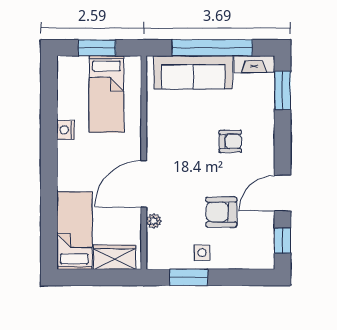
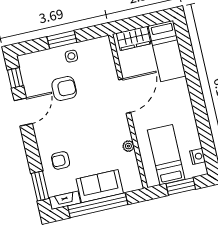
sofa: (193, 72) -> (100, 186), width x0.73
nightstand: (66, 130) -> (198, 156), moved
armchair: (230, 141) -> (61, 160), moved
plant: (154, 221) -> (128, 146), moved
window: (189, 277) -> (62, 39), moved

